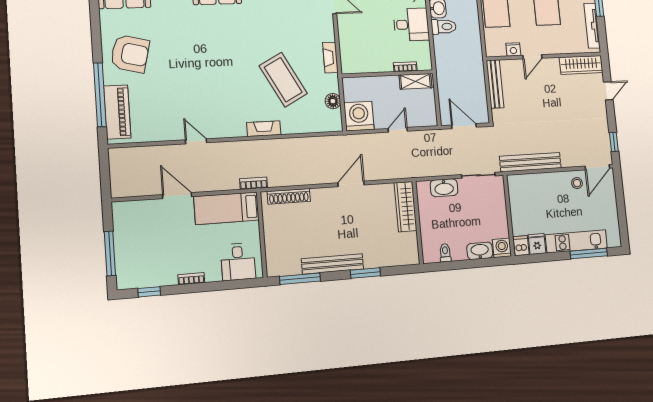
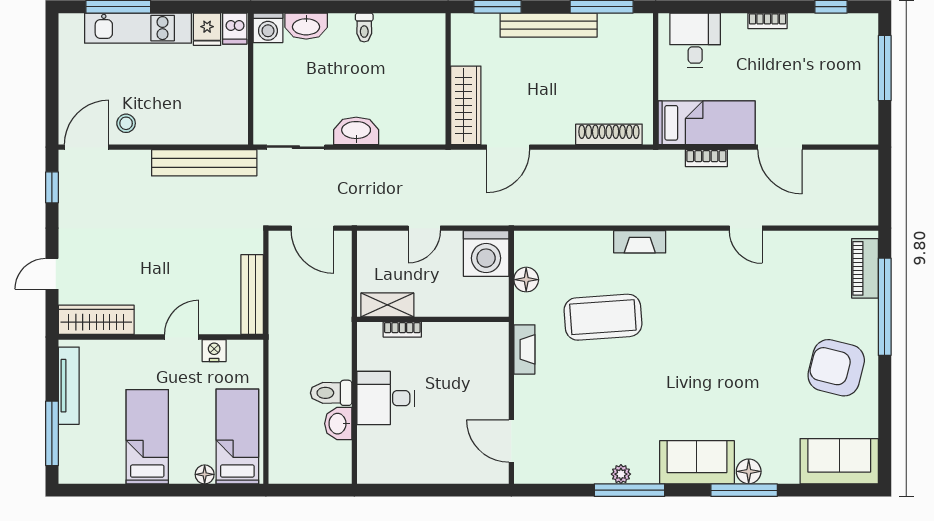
coffee table: (283, 80) -> (603, 317), turned -66
piano: (117, 112) -> (865, 268), width x0.73, depth x0.75
bookcase: (254, 183) -> (706, 158), moved
wardrobe: (406, 207) -> (466, 105), moved
wall: (418, 222) -> (448, 79), moved

